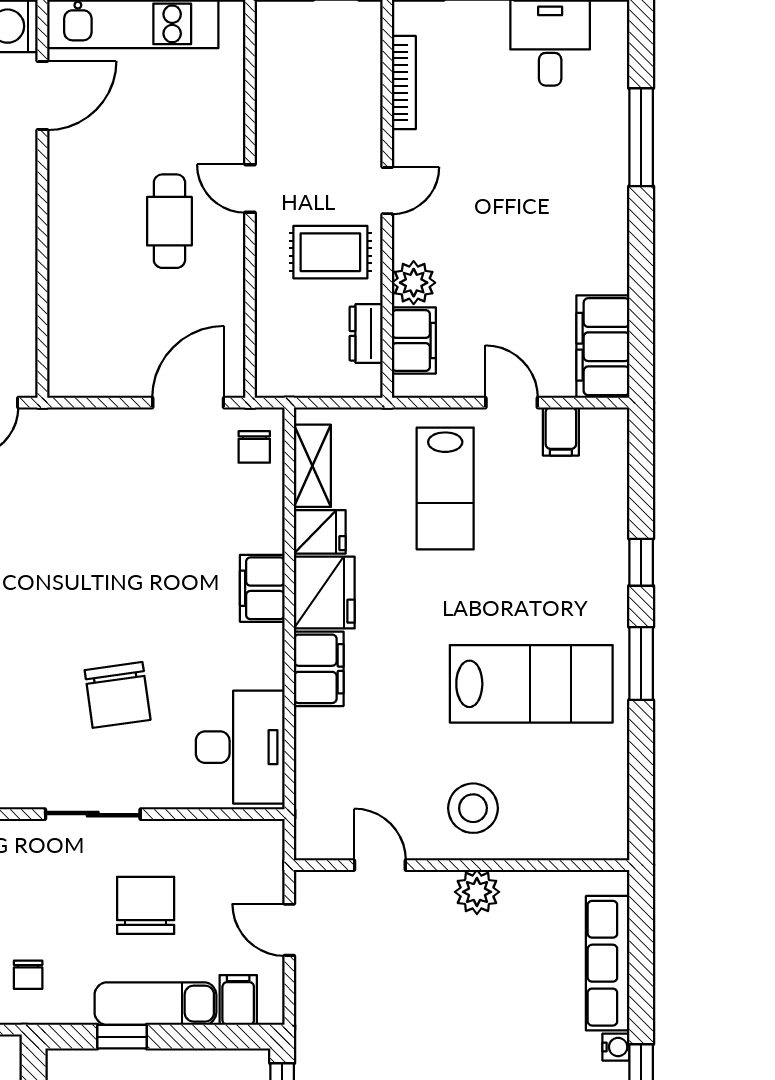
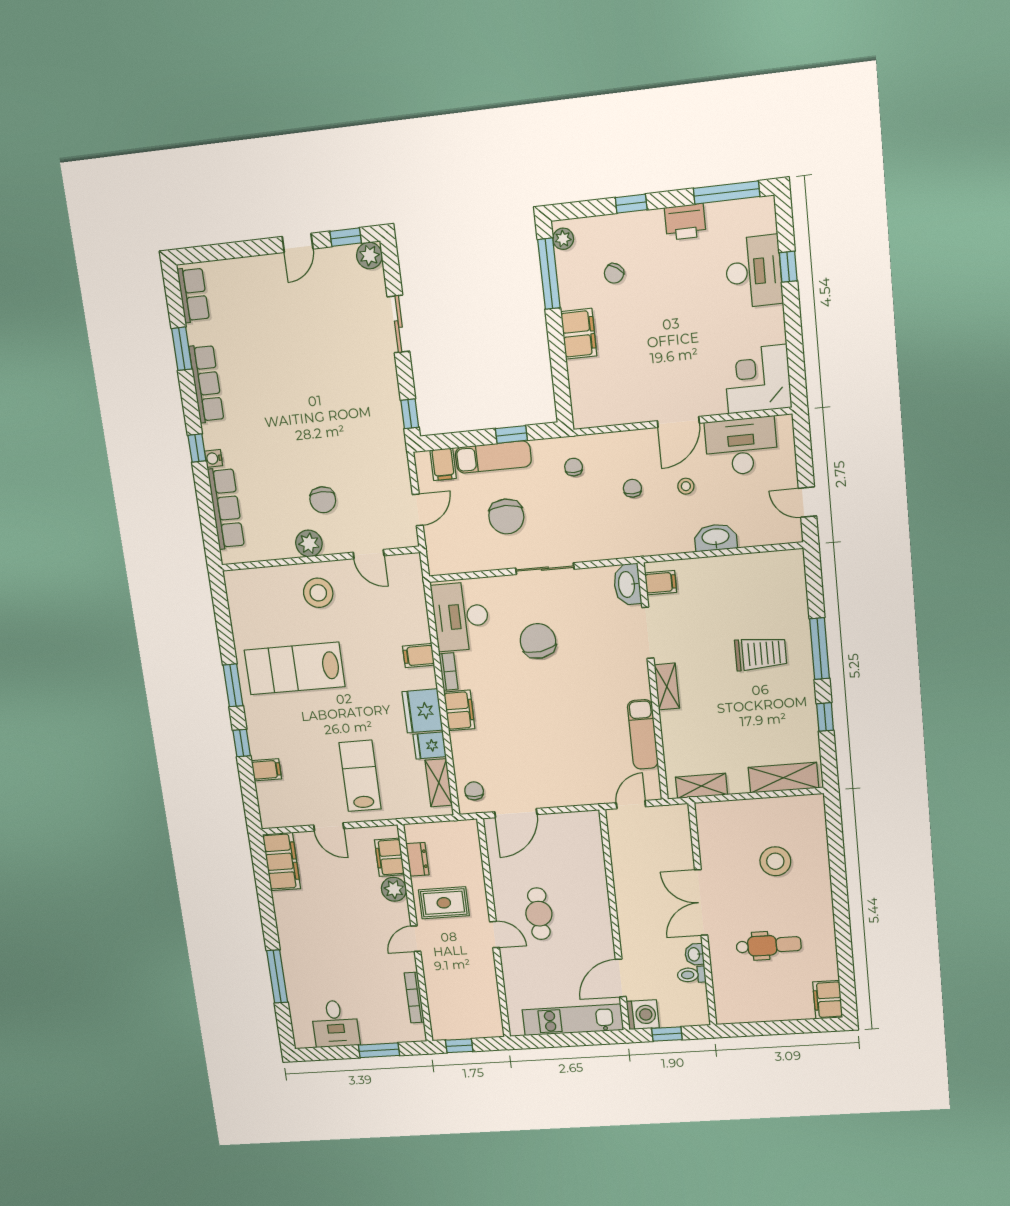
filing cabinet: (561, 431) -> (266, 770), moved, turned 90
bookcase: (272, 656) -> (449, 671), added
filing cabinet: (319, 669) -> (419, 656), width x0.50
door: (289, 930) -> (418, 510), hinge flipped
chair: (444, 962) -> (323, 500), added

